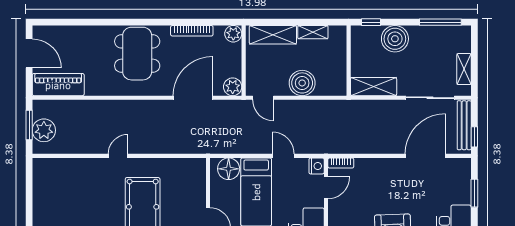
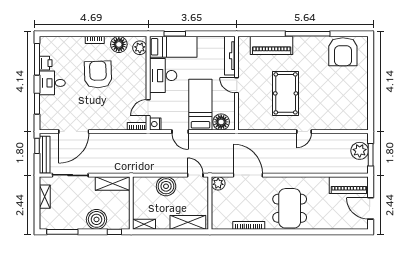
shelving: (313, 32) -> (144, 224), moved
plant: (233, 34) -> (218, 223), removed
door: (193, 98) -> (248, 175), swing flipped

